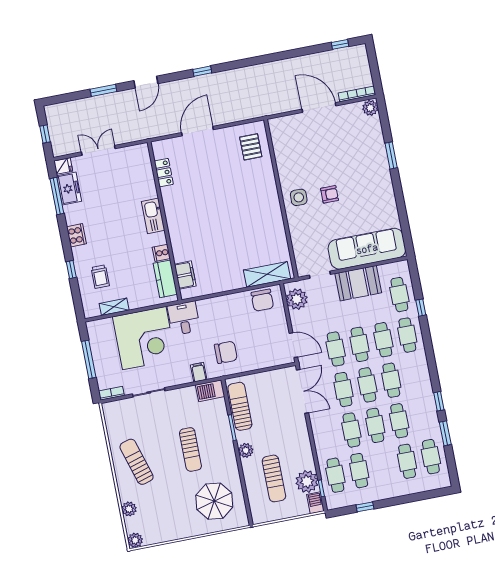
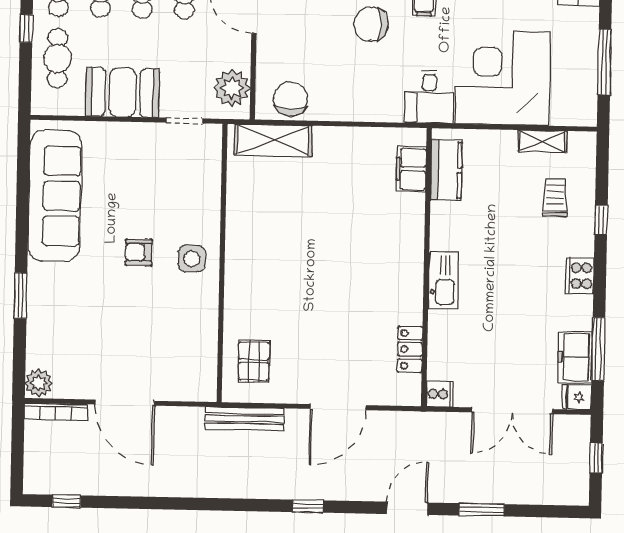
bench: (249, 113) -> (244, 419), added
double door: (98, 150) -> (512, 411), width x1.37
sofa: (367, 249) -> (55, 196), moved, turned -90
cooker: (161, 253) -> (440, 394), moved

